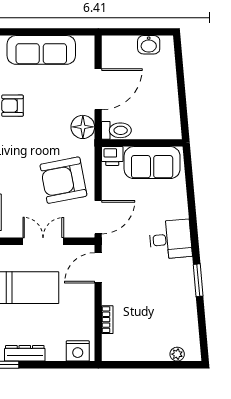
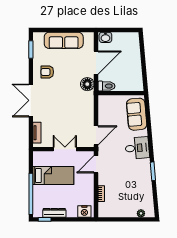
washbasin: (149, 45) -> (105, 37), moved
printer: (112, 156) -> (104, 101), removed
sofa: (152, 163) -> (137, 114), moved, turned 85
armchair: (63, 180) -> (76, 114), removed

